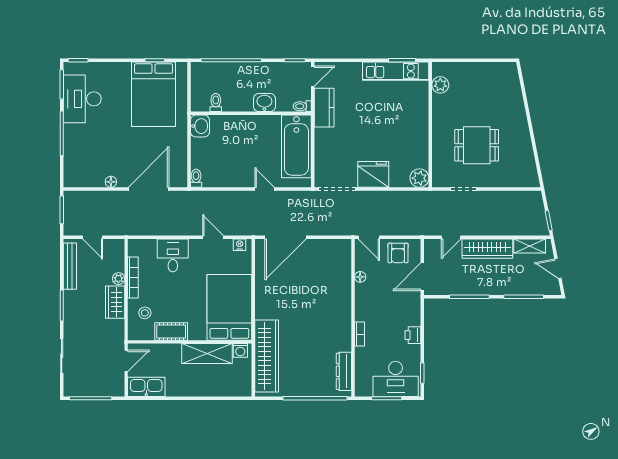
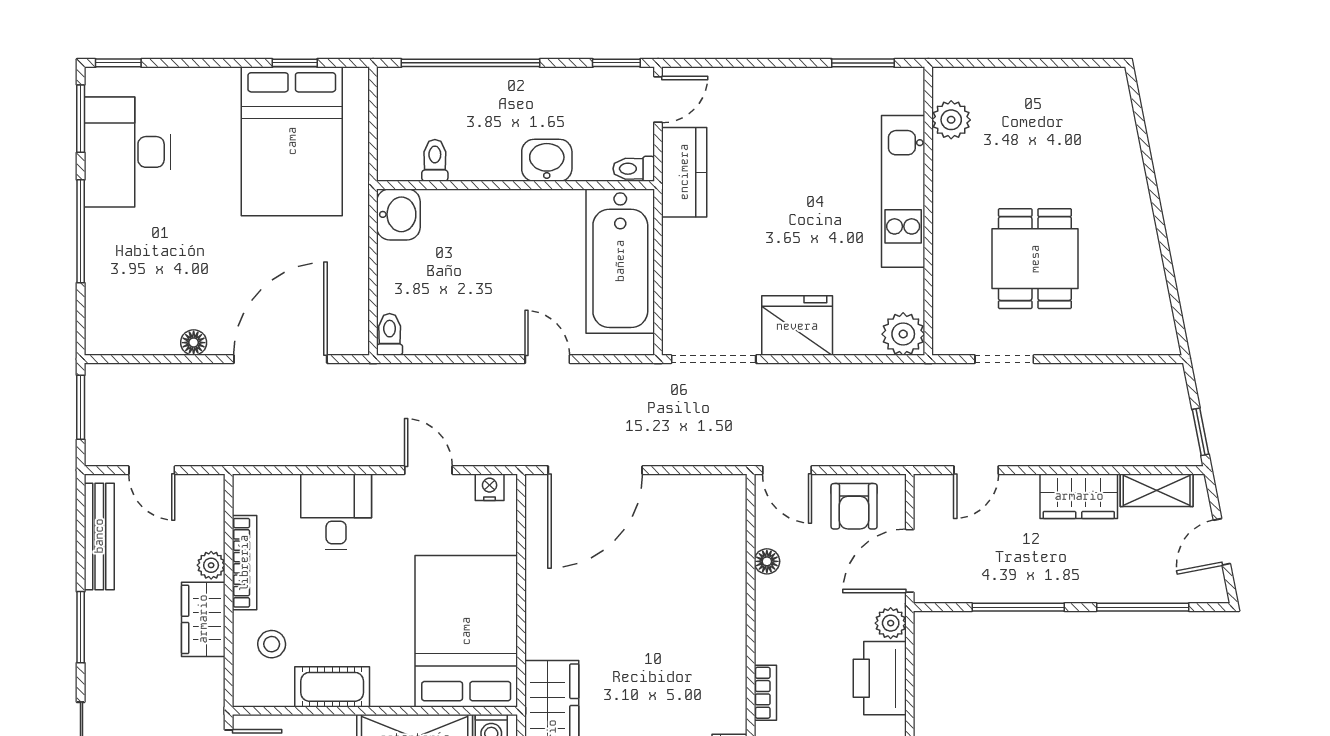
kitchen unit: (396, 71) -> (903, 191), moved, turned 90
dining table: (477, 145) -> (1035, 259), turned 90
wardrobe: (487, 249) -> (1079, 496), width x0.67
door: (558, 268) -> (1222, 542), hinge flipped
plant: (414, 304) -> (891, 623), added
printer: (413, 335) -> (880, 678), width x1.87, depth x1.48

